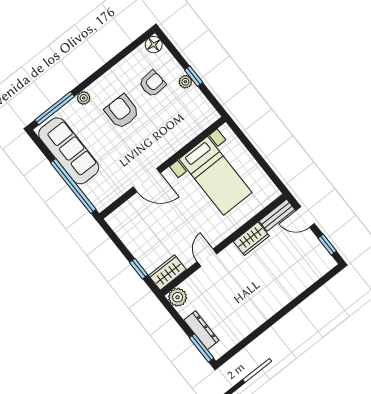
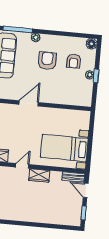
armchair: (152, 84) -> (74, 61), turned 94
bed with nightstands: (216, 176) -> (64, 148), moved, turned 90
door: (147, 180) -> (29, 103), swing flipped
wardrobe: (251, 239) -> (39, 175), moved

